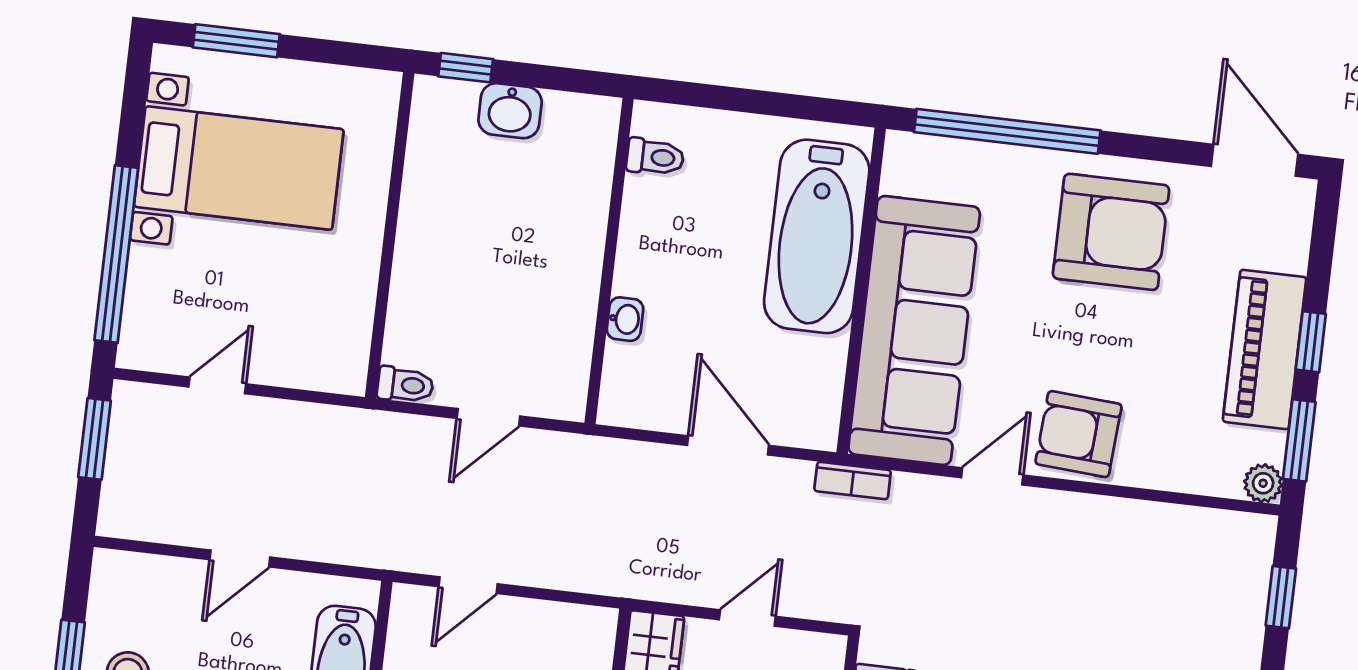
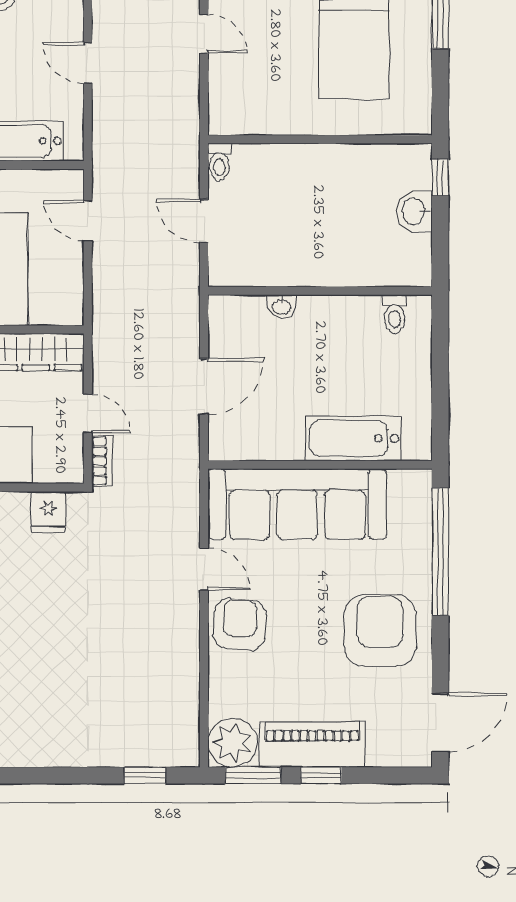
armchair: (1111, 232) -> (380, 630), turned 180
bathtub: (817, 236) -> (353, 438), width x0.73, depth x0.73
bookcase: (853, 481) -> (102, 461), moved, turned 180
plant: (1263, 483) -> (232, 743), width x1.88, depth x1.88

